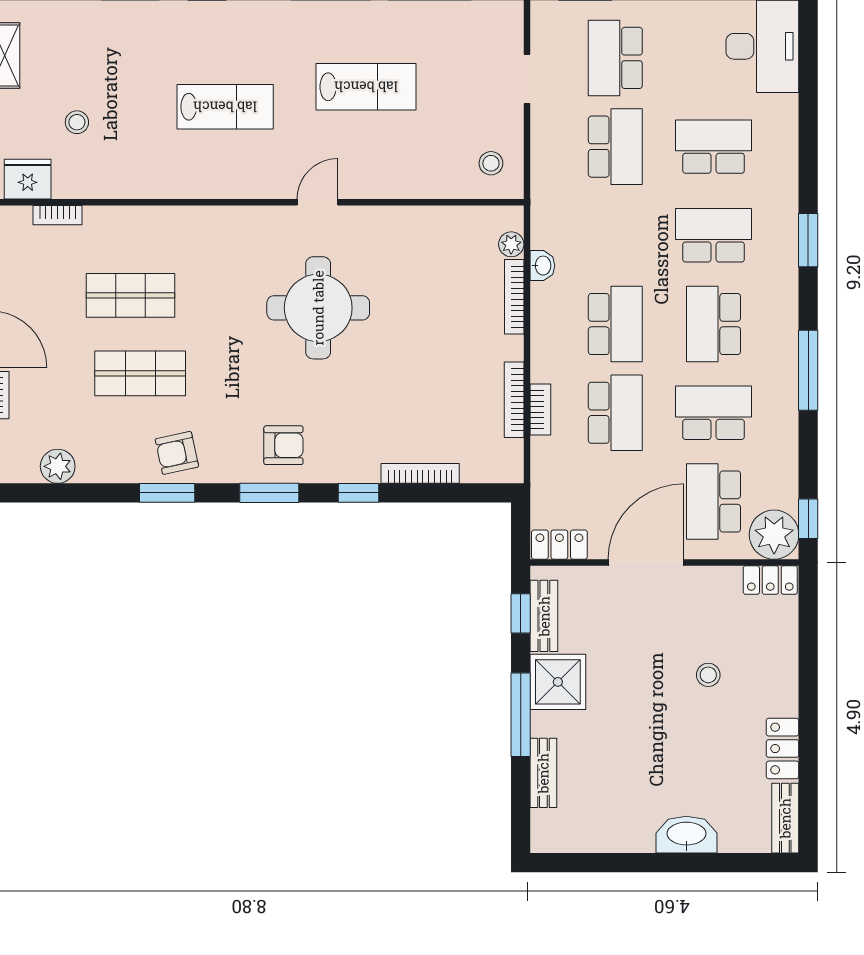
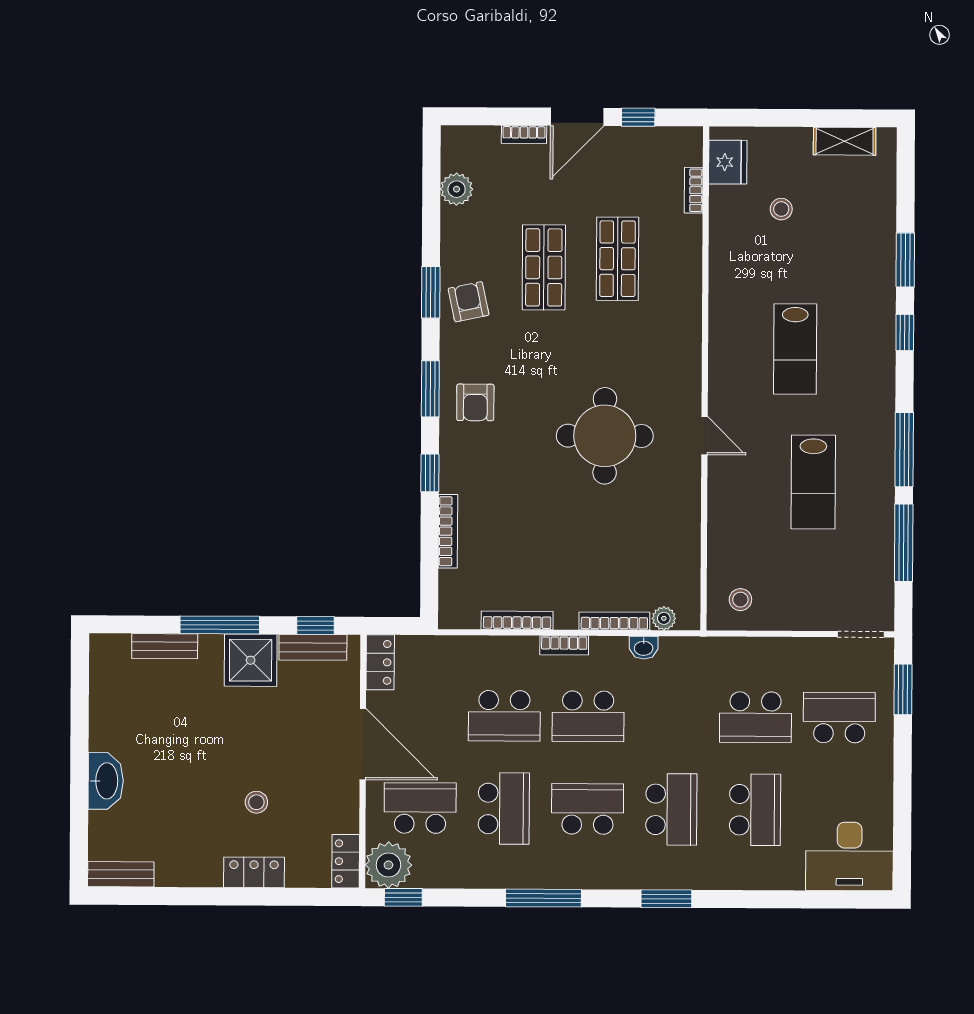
doorway: (527, 79) -> (861, 634), moved
bookcase: (540, 409) -> (564, 645), moved
locker: (783, 749) -> (254, 872), moved

